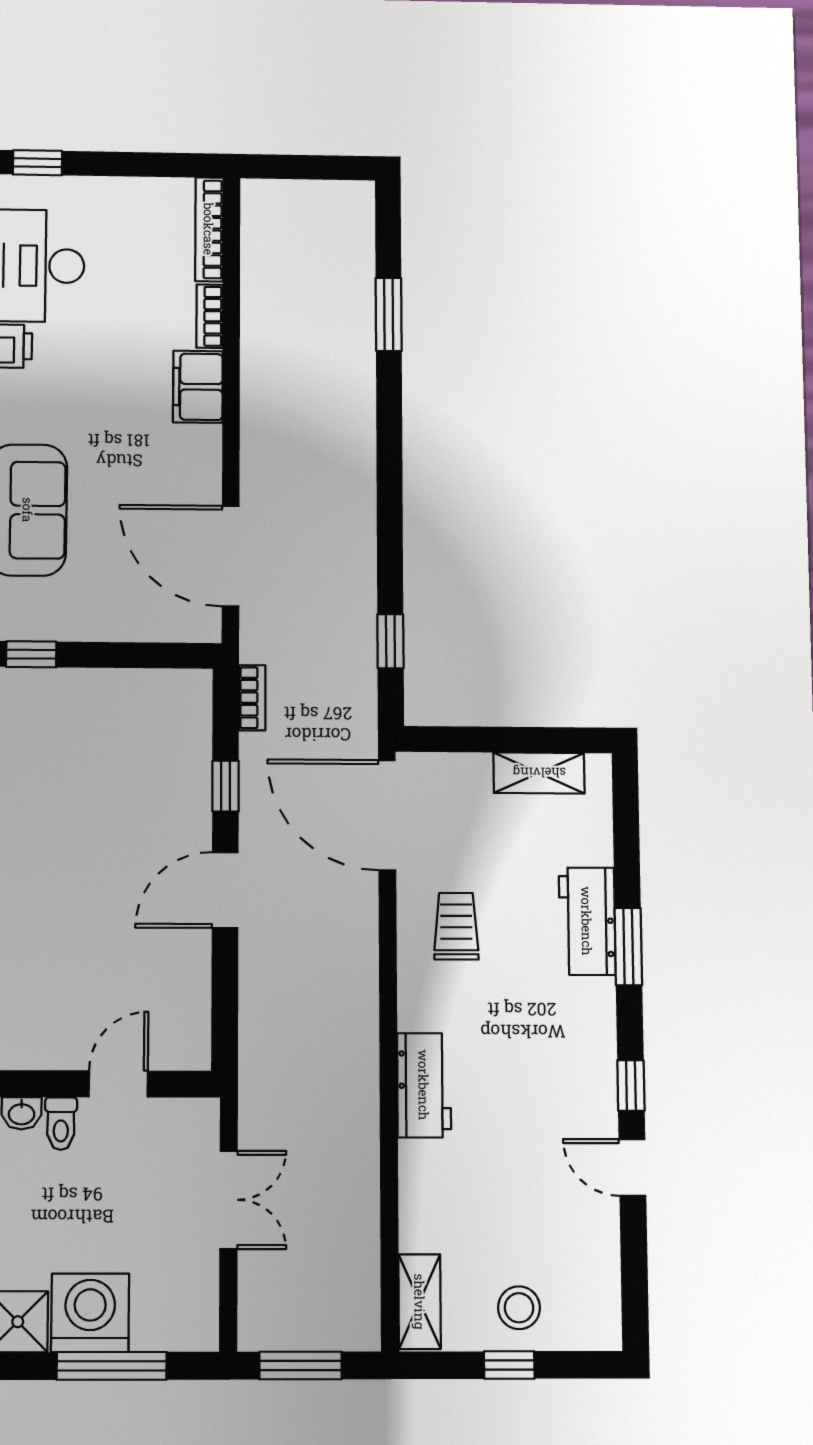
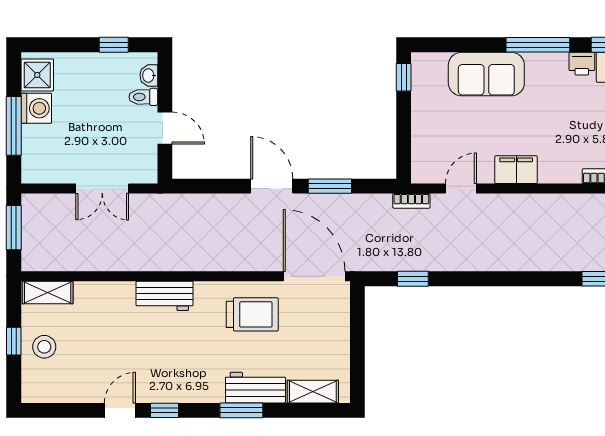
filing cabinet: (198, 387) -> (516, 170), moved
door: (231, 556) -> (461, 189), width x0.53
bookcase: (252, 698) -> (411, 201), moved
shelving: (539, 773) -> (313, 392), moved, turned 90
window: (225, 786) -> (330, 186), width x1.50
door: (387, 815) -> (314, 276), hinge flipped
trolley: (456, 926) -> (252, 314), width x1.36, depth x1.39
washing machine: (90, 1313) -> (36, 108), width x0.73, depth x0.73

